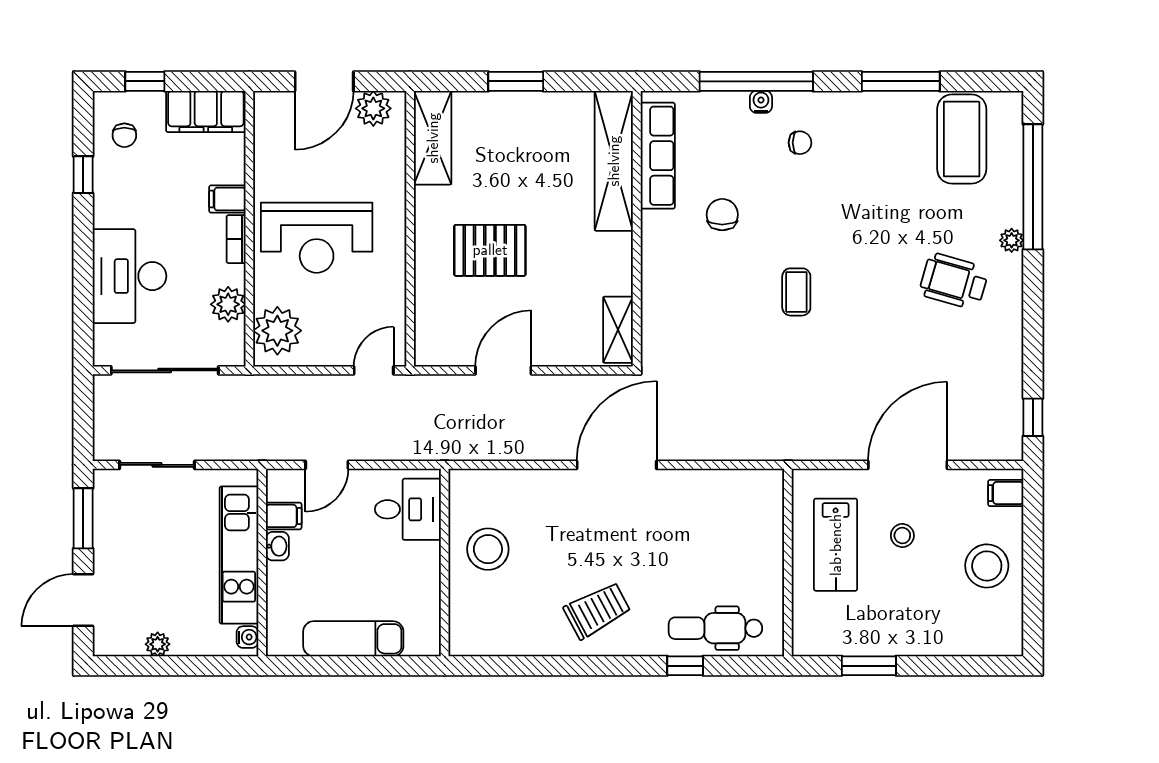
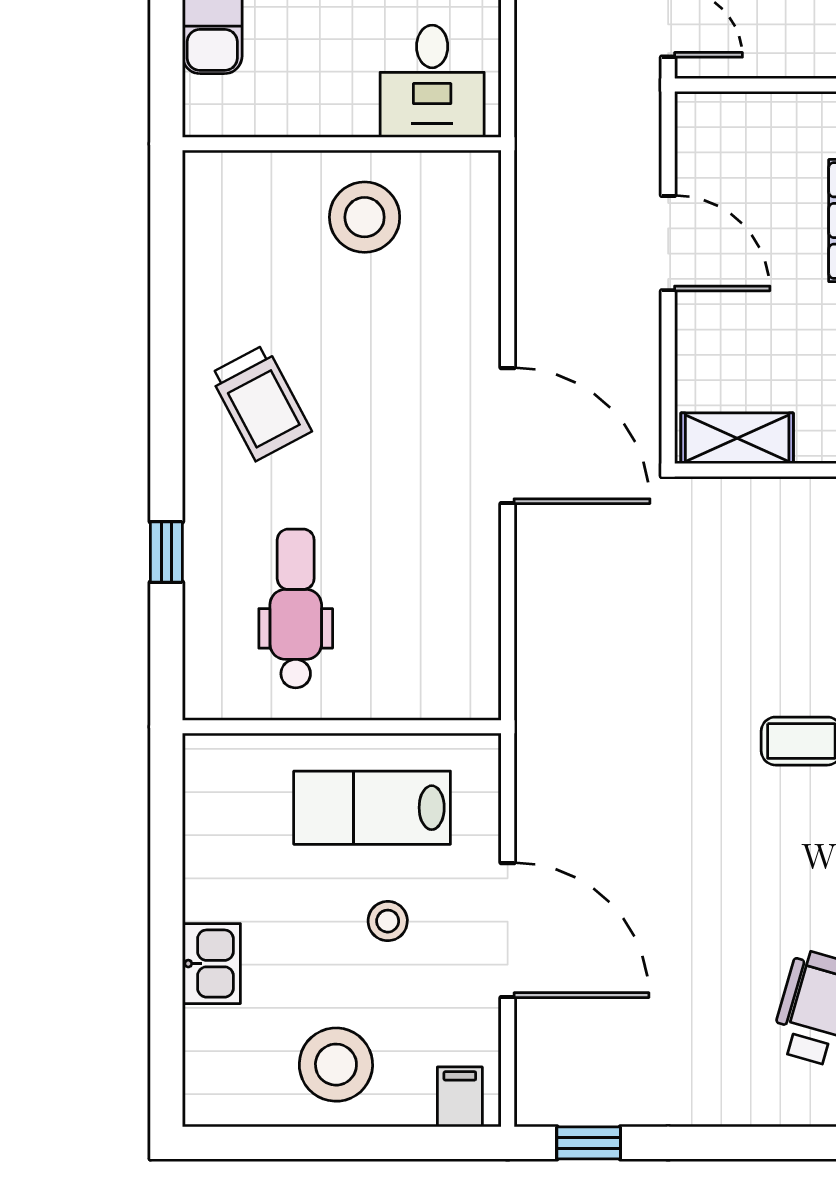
dental chair: (715, 628) -> (296, 609), moved
kitchen sink: (927, 639) -> (211, 964), added
window: (869, 666) -> (166, 864), removed

